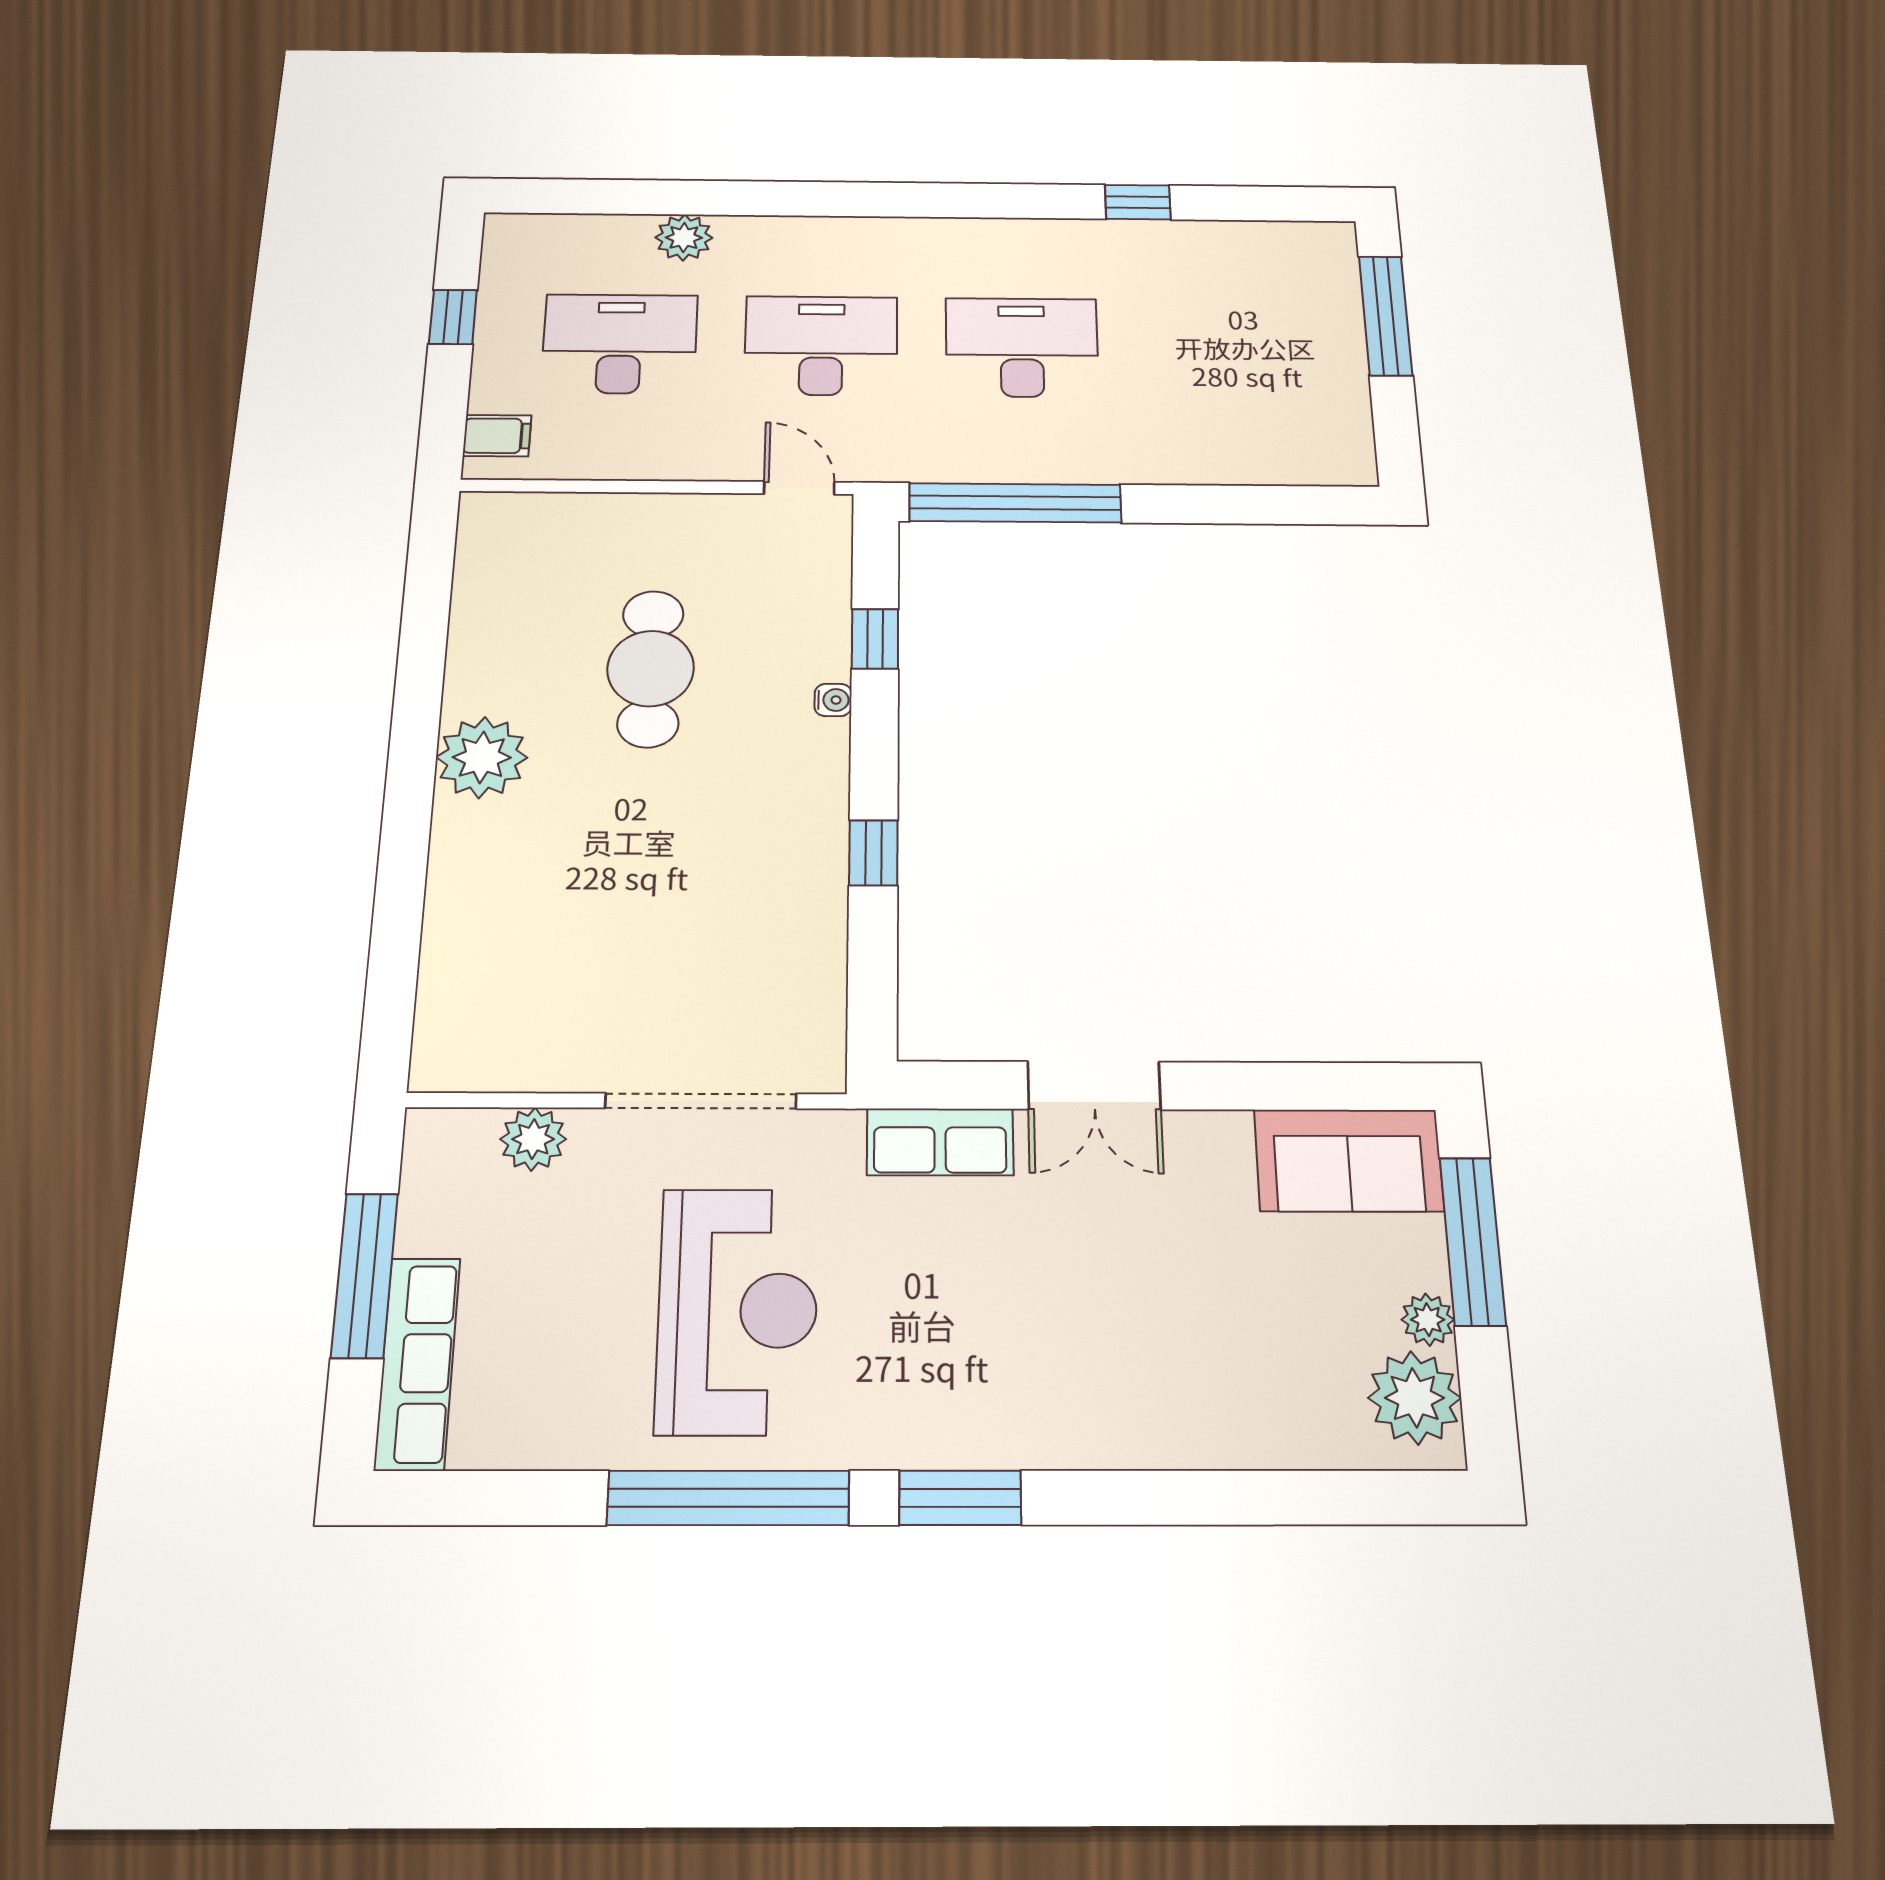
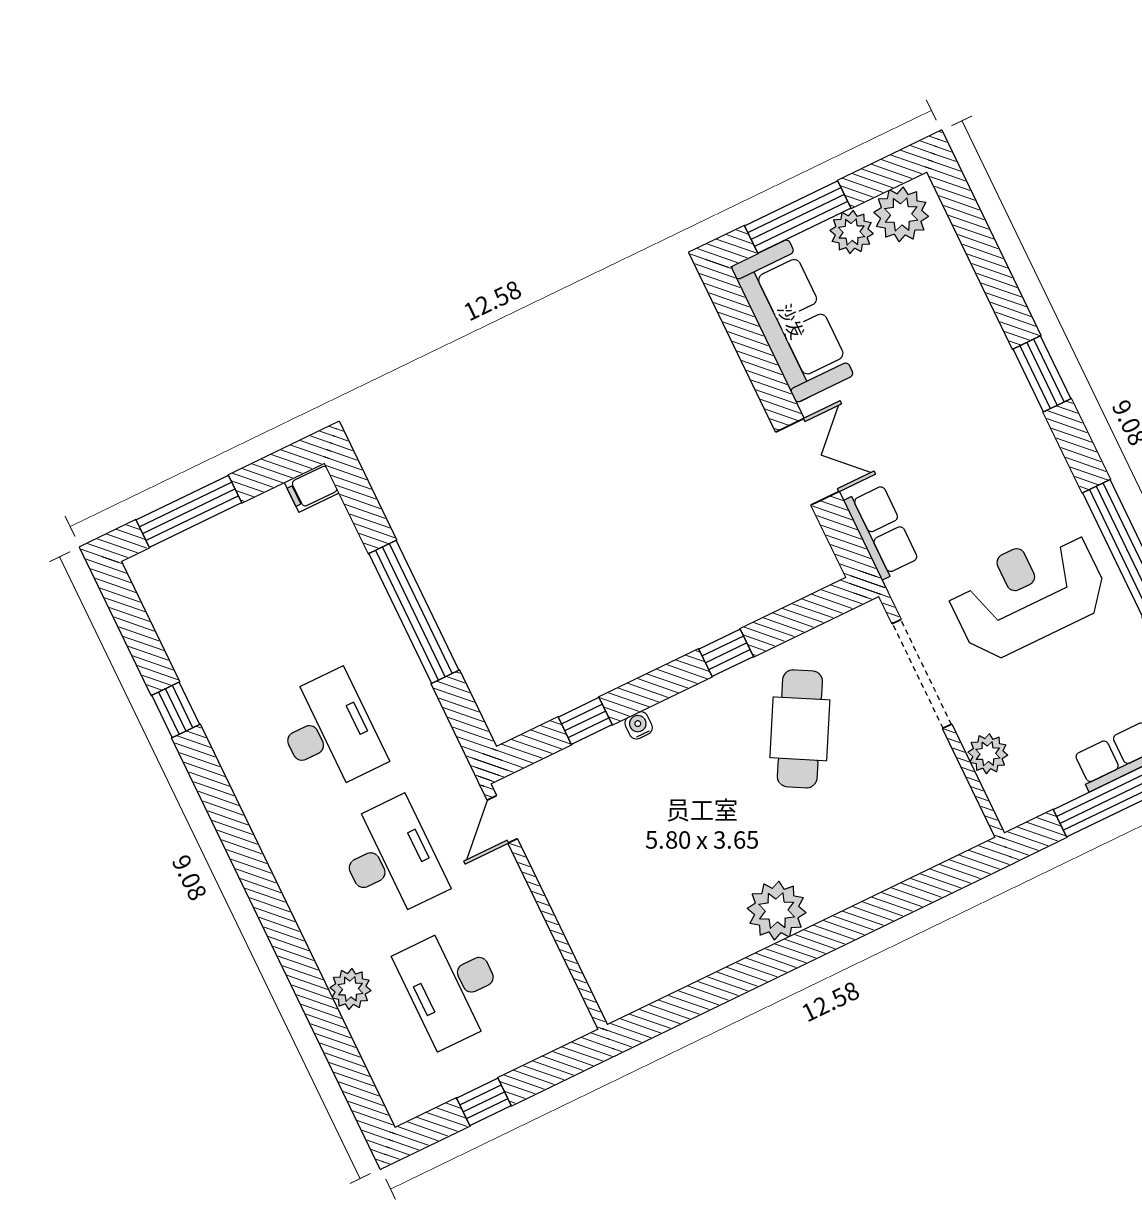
desk: (821, 346) -> (390, 859), turned 180
desk: (1022, 347) -> (329, 732), turned 180
filing cabinet: (497, 436) -> (312, 488), moved, turned -90
window: (1015, 503) -> (414, 612), moved
cafe table: (651, 668) -> (800, 729), moved, turned -61
sofa: (1349, 1160) -> (792, 321), width x1.36
plant: (1428, 1320) -> (852, 232), width x1.38, depth x1.38
window: (960, 1498) -> (1042, 374), moved

